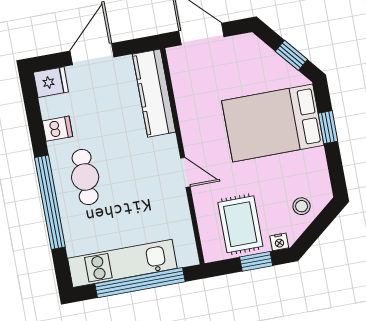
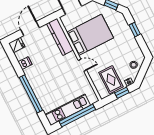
bed: (273, 123) -> (90, 35), moved, turned 180
cafe table: (85, 177) -> (42, 79), removed

